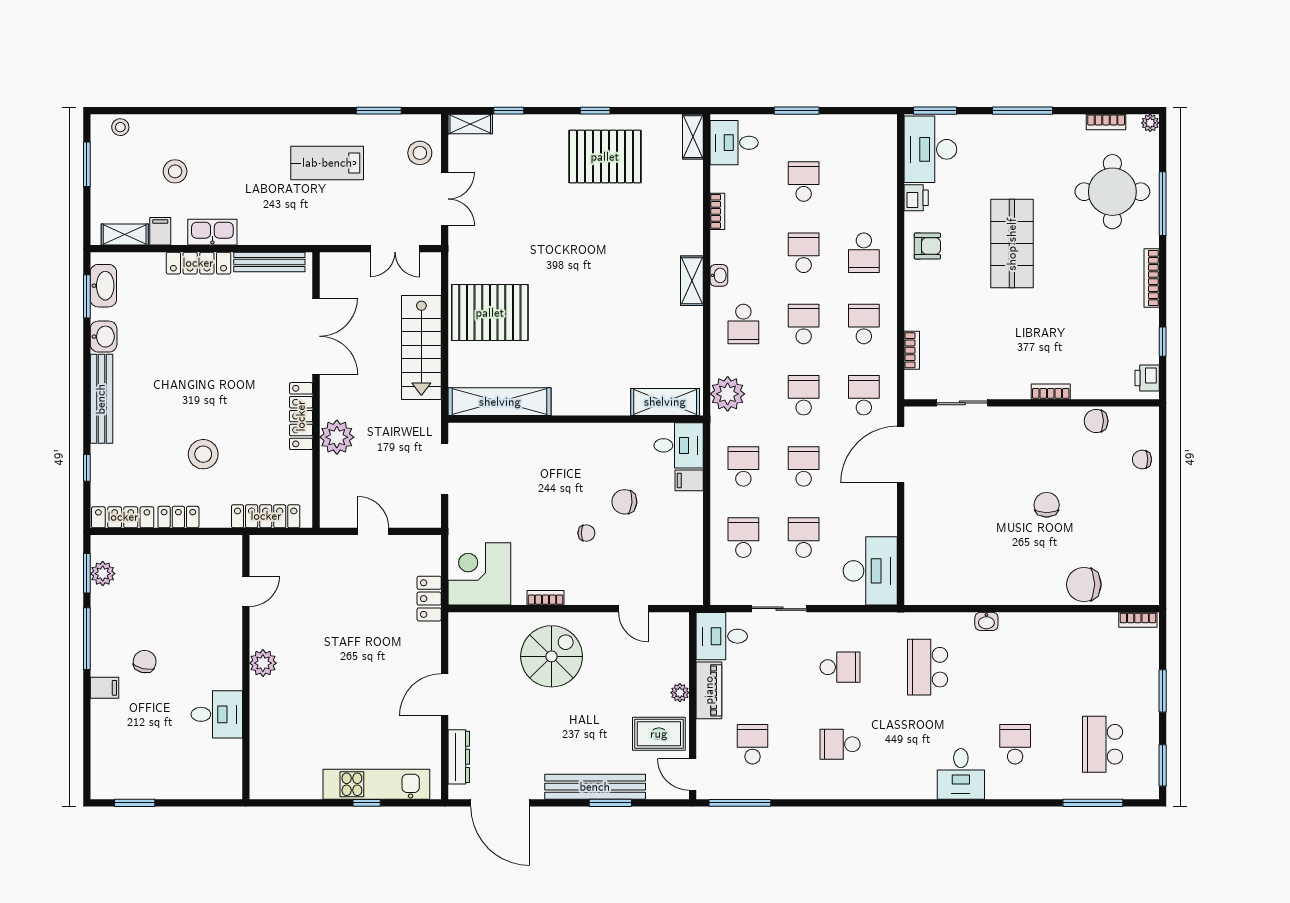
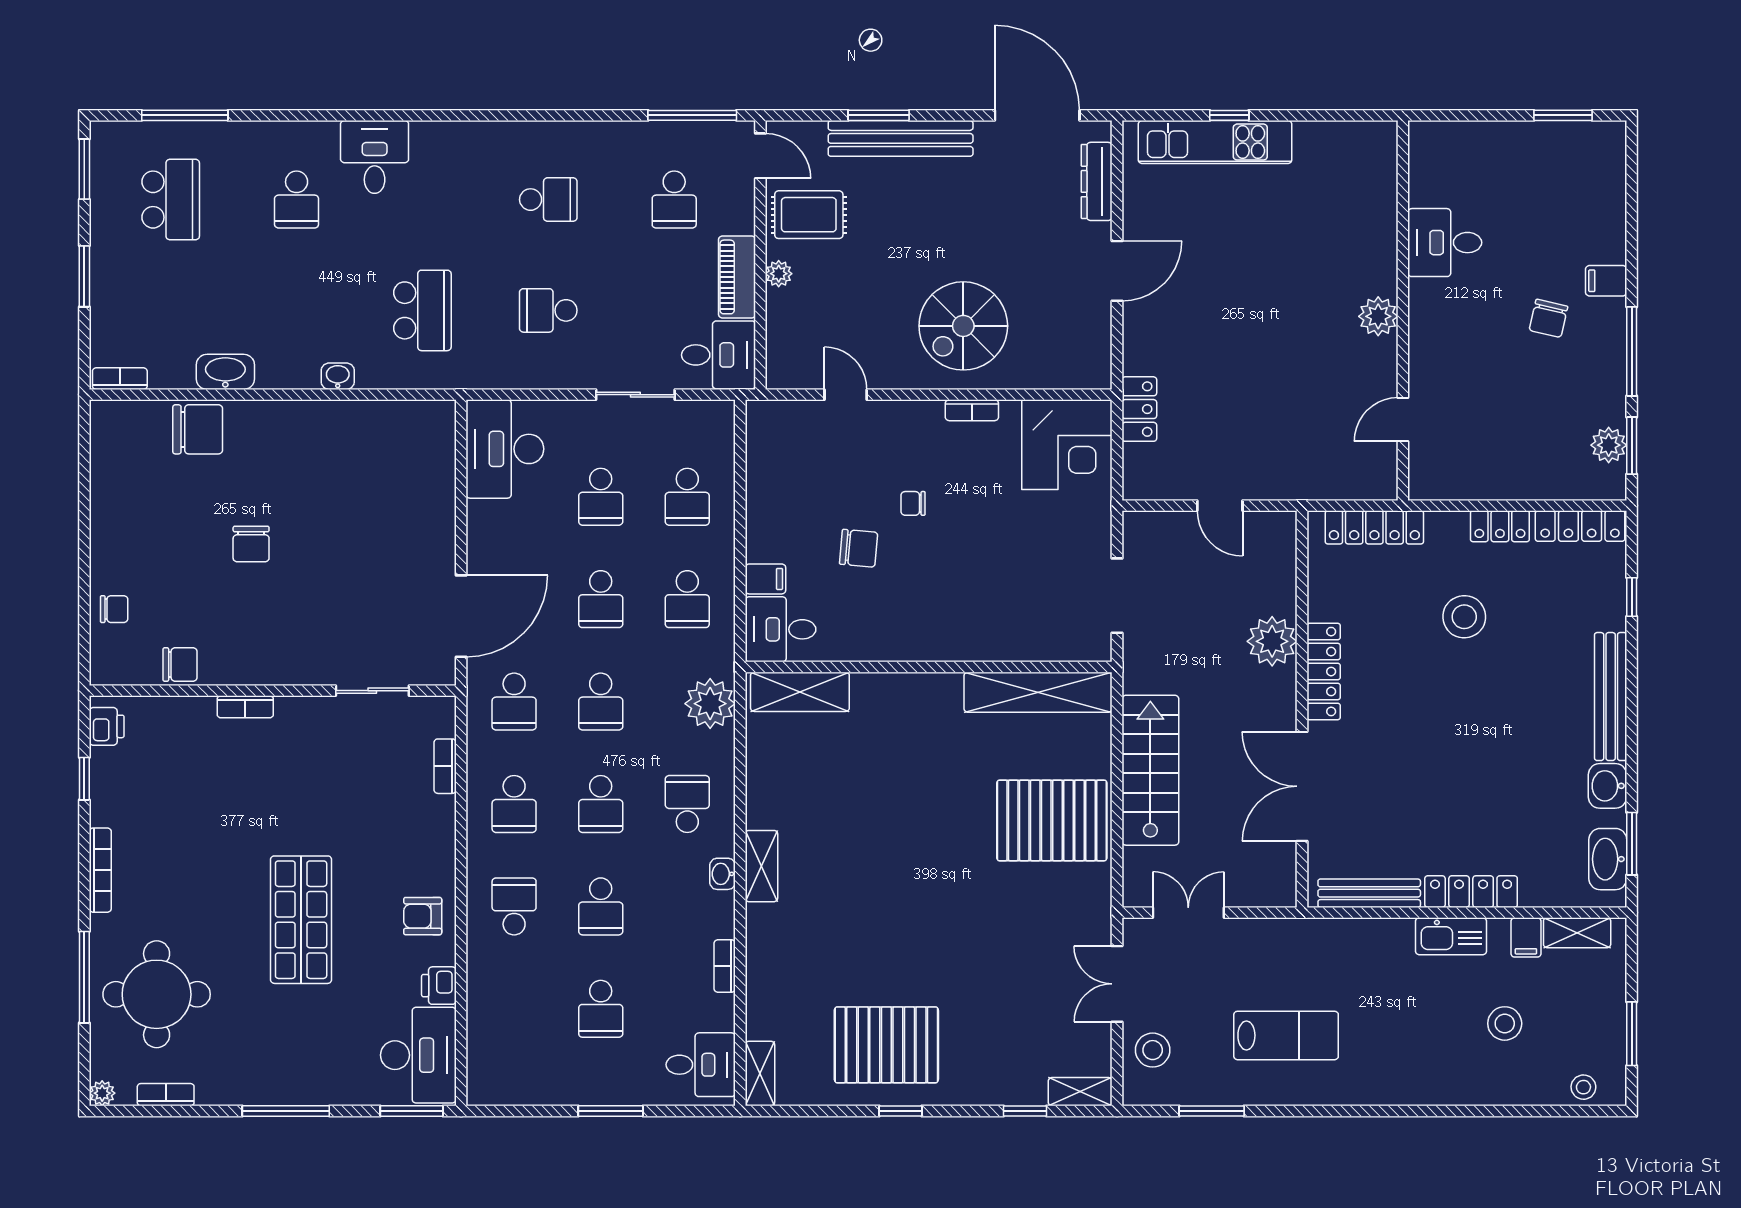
washbasin: (1065, 624) -> (225, 372), added

